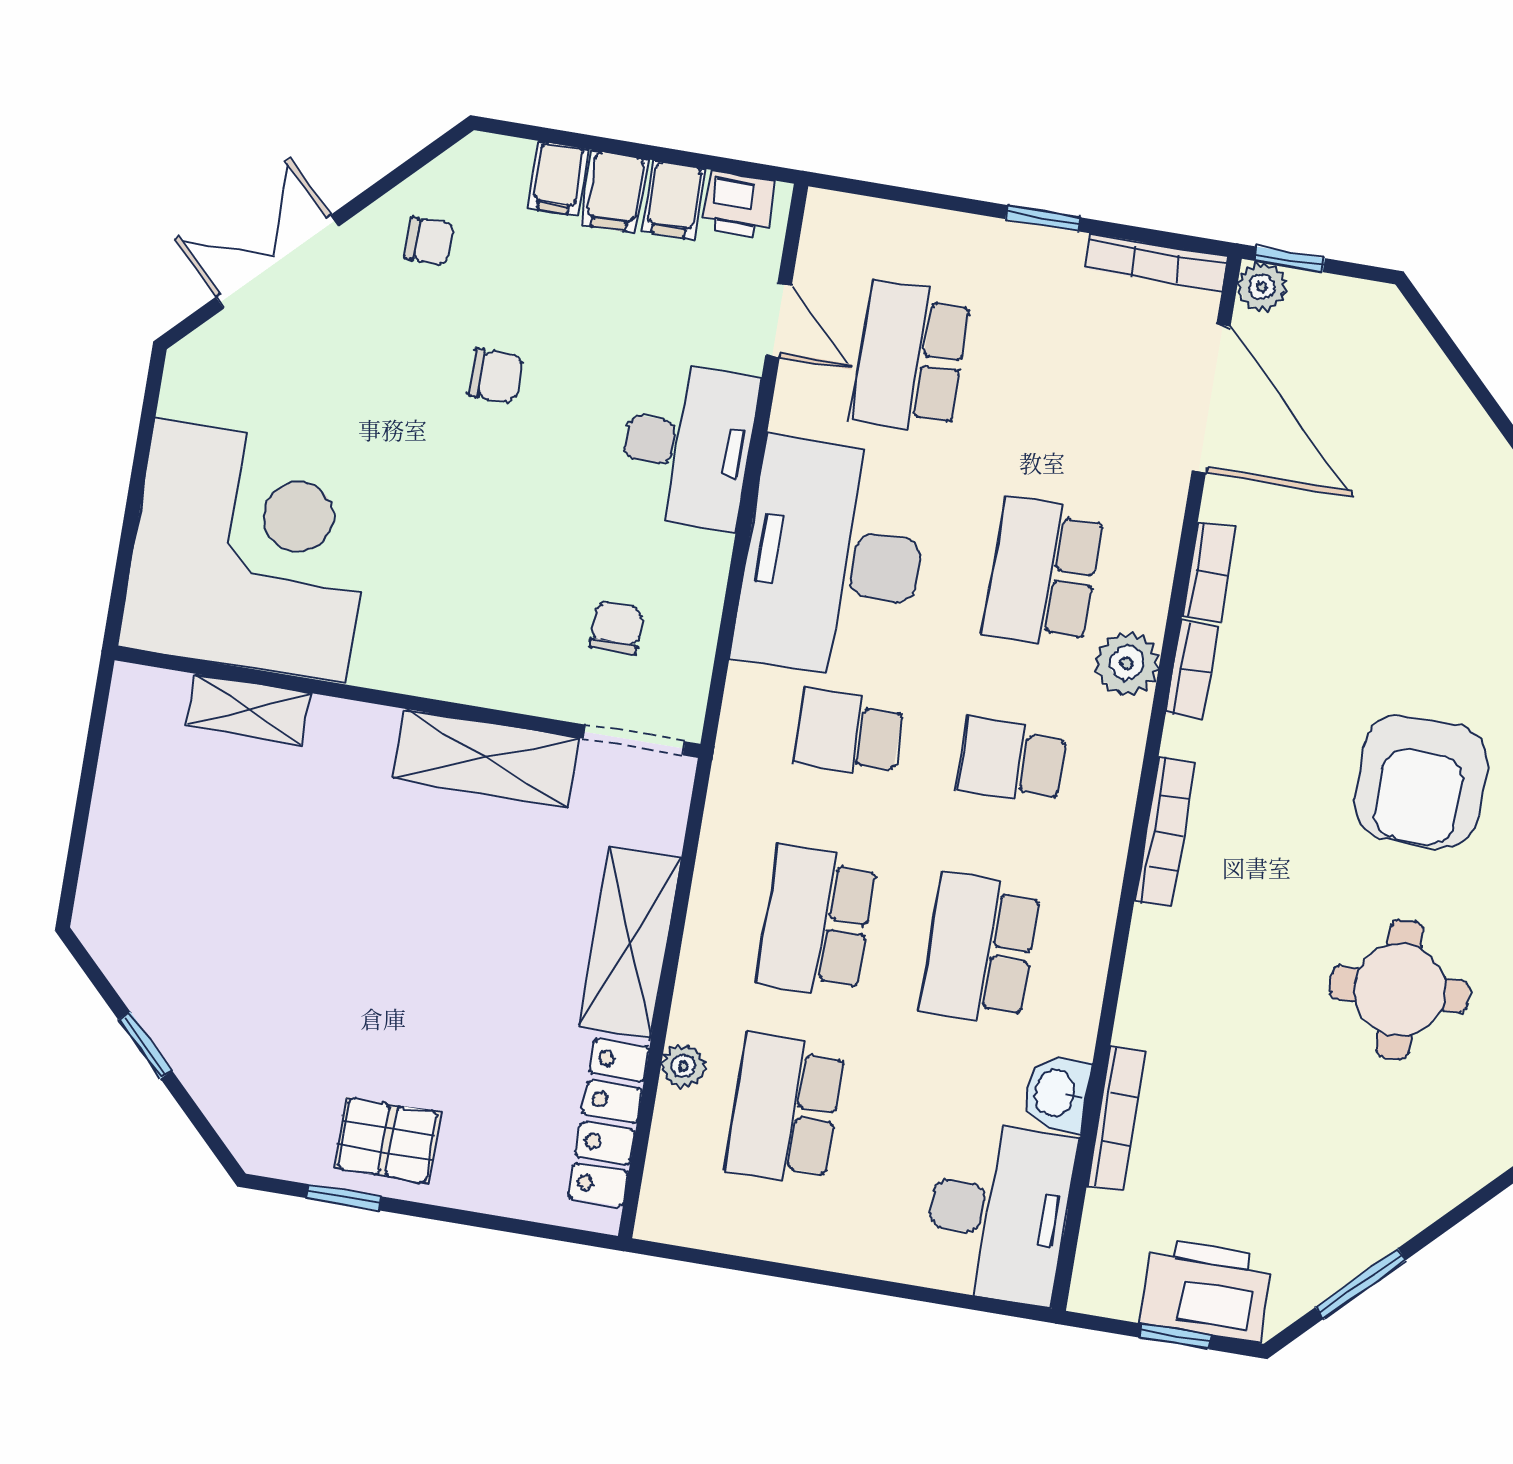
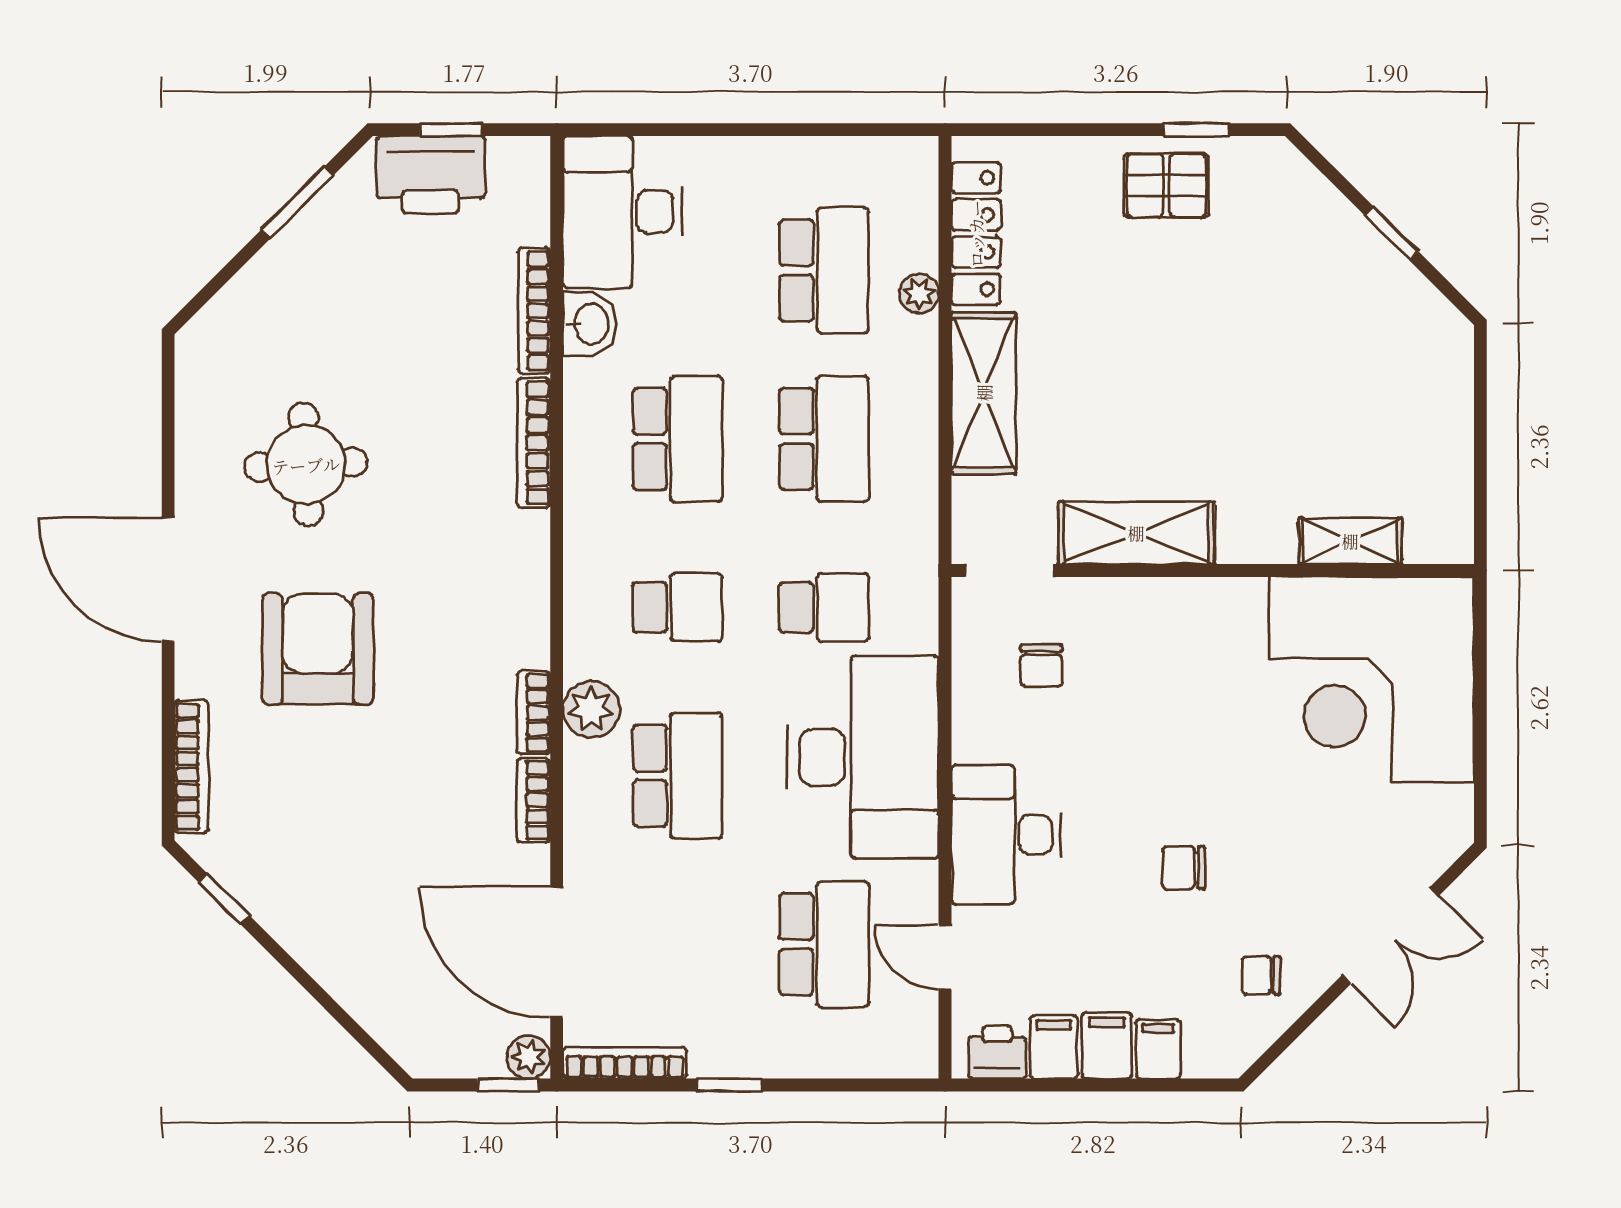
bookcase: (1165, 832) -> (534, 443), moved

